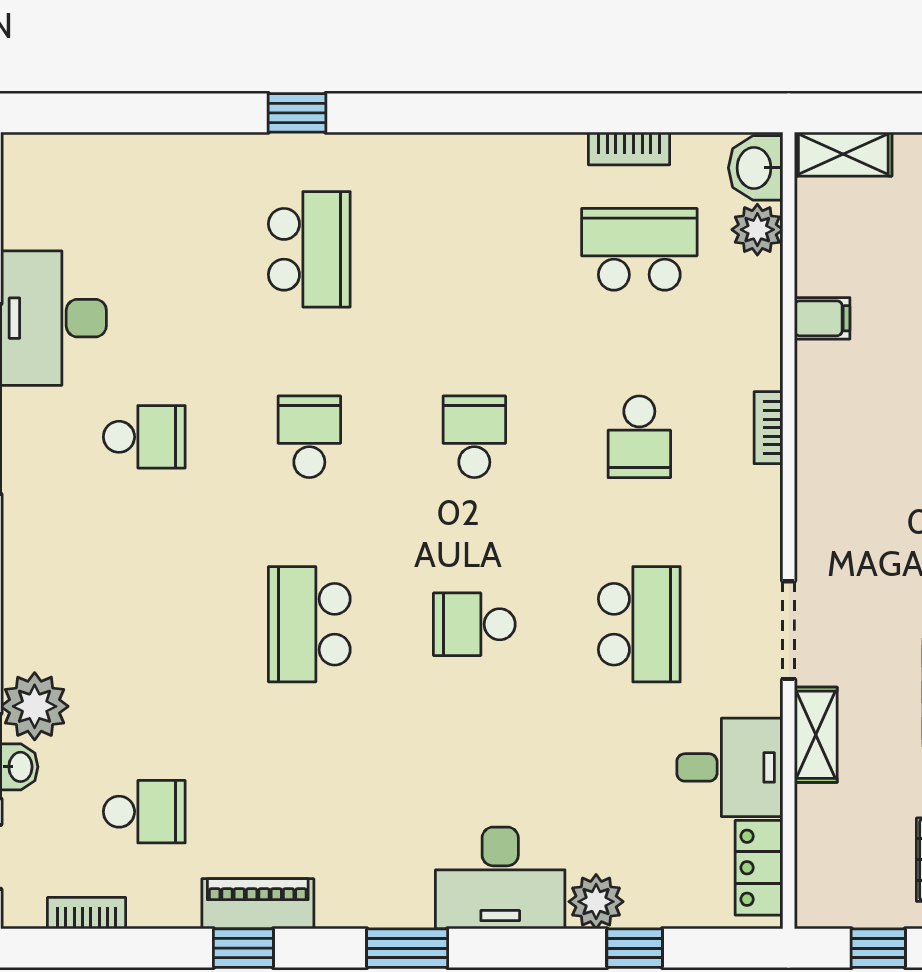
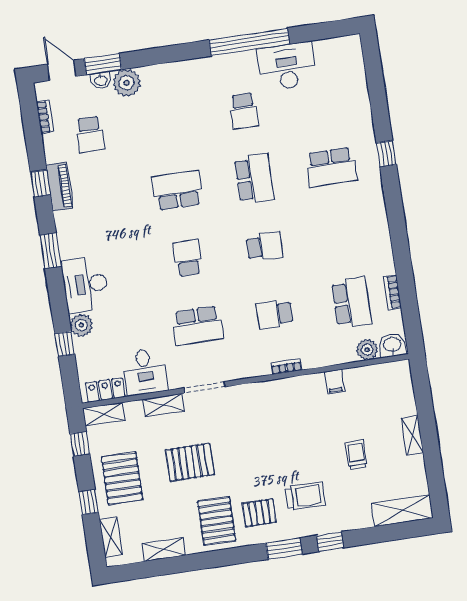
shelving: (843, 154) -> (104, 414), moved, turned 90
school desk: (309, 437) -> (254, 179), width x1.85

